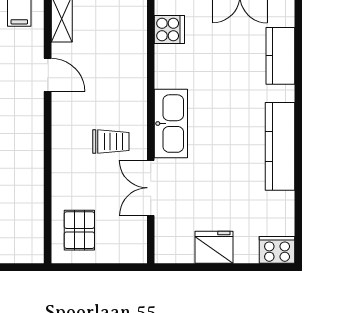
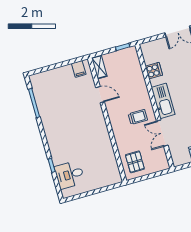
cooker: (169, 30) -> (154, 71), moved

